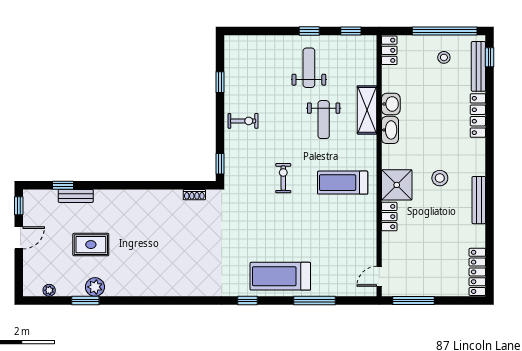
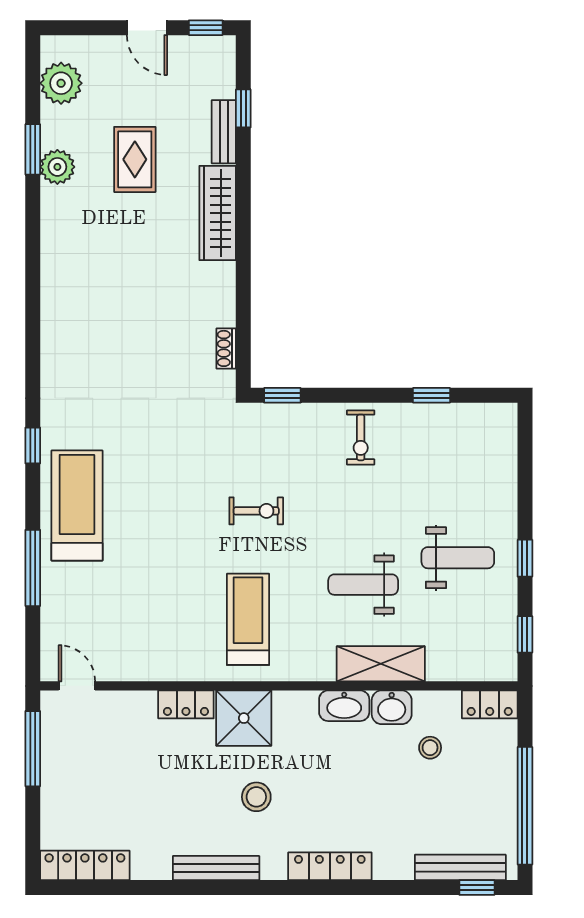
stool: (444, 57) -> (430, 748), moved
locker: (478, 115) -> (330, 866), moved
wardrobe: (120, 199) -> (218, 213), added
plant: (49, 290) -> (61, 83), width x1.87, depth x1.87

